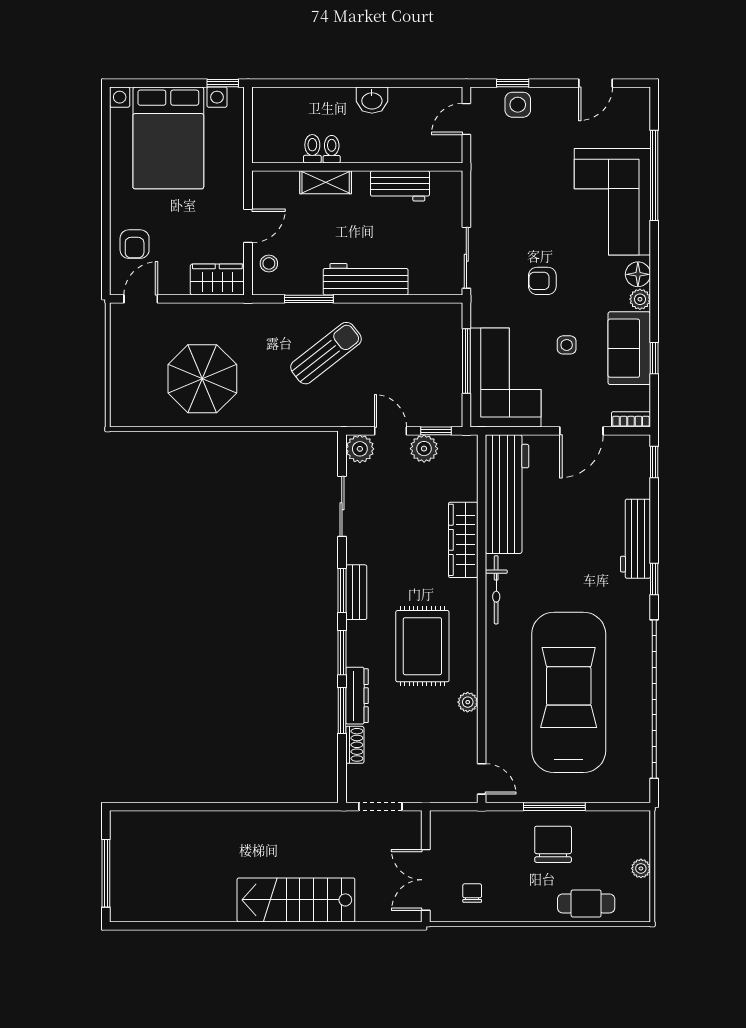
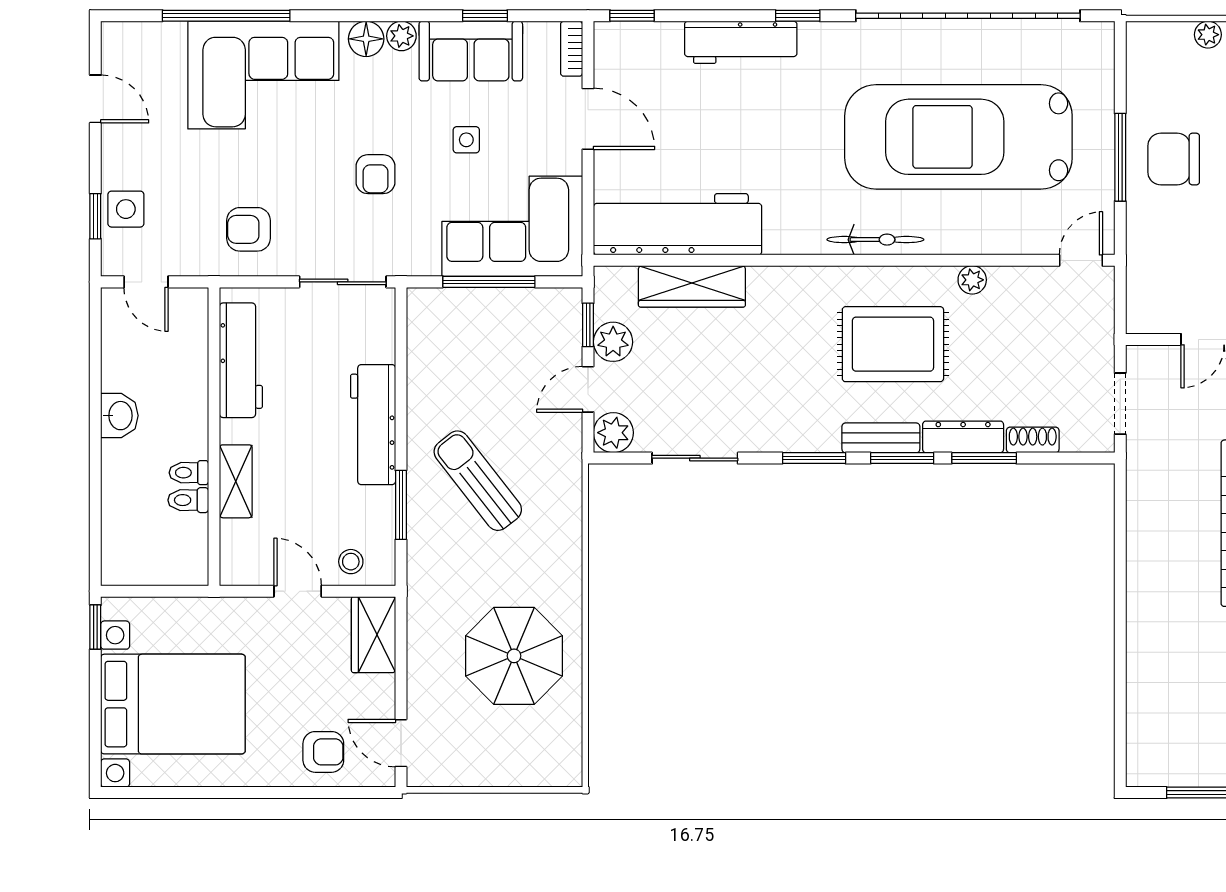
workbench: (400, 186) -> (241, 360), width x1.38
armchair: (503, 191) -> (249, 229), added
wardrobe: (463, 540) -> (692, 286), moved
bicycle: (496, 590) -> (875, 240), moved
bench: (356, 592) -> (881, 438), moved

